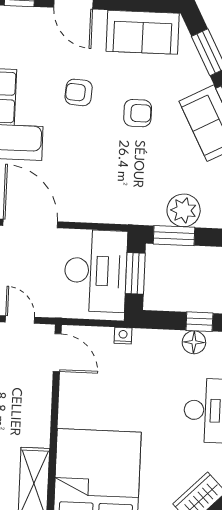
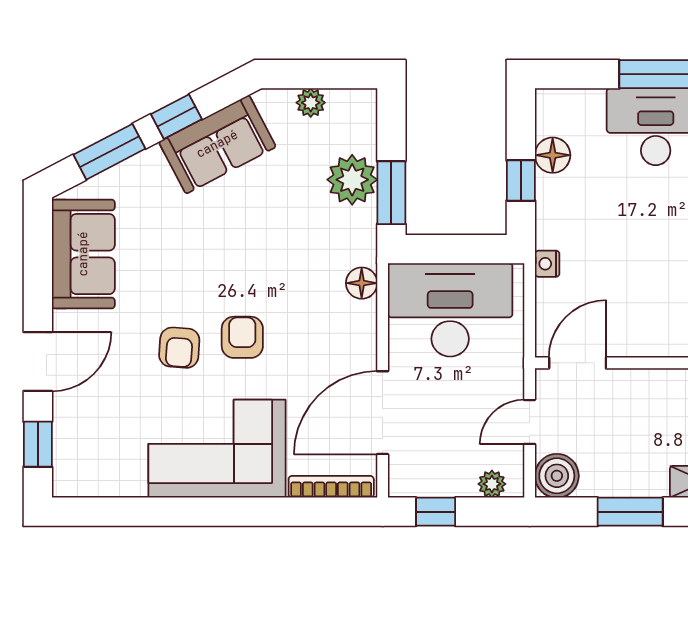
armchair: (138, 113) -> (242, 337), moved
floor lamp: (116, 214) -> (362, 283), added
window: (135, 273) -> (451, 249), removed
window: (199, 322) -> (521, 181), moved

